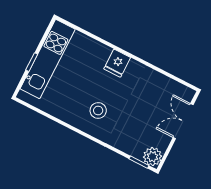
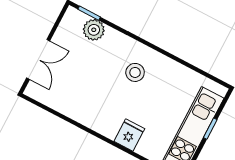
fridge: (117, 63) -> (129, 135), moved
plant: (152, 157) -> (94, 30), moved

